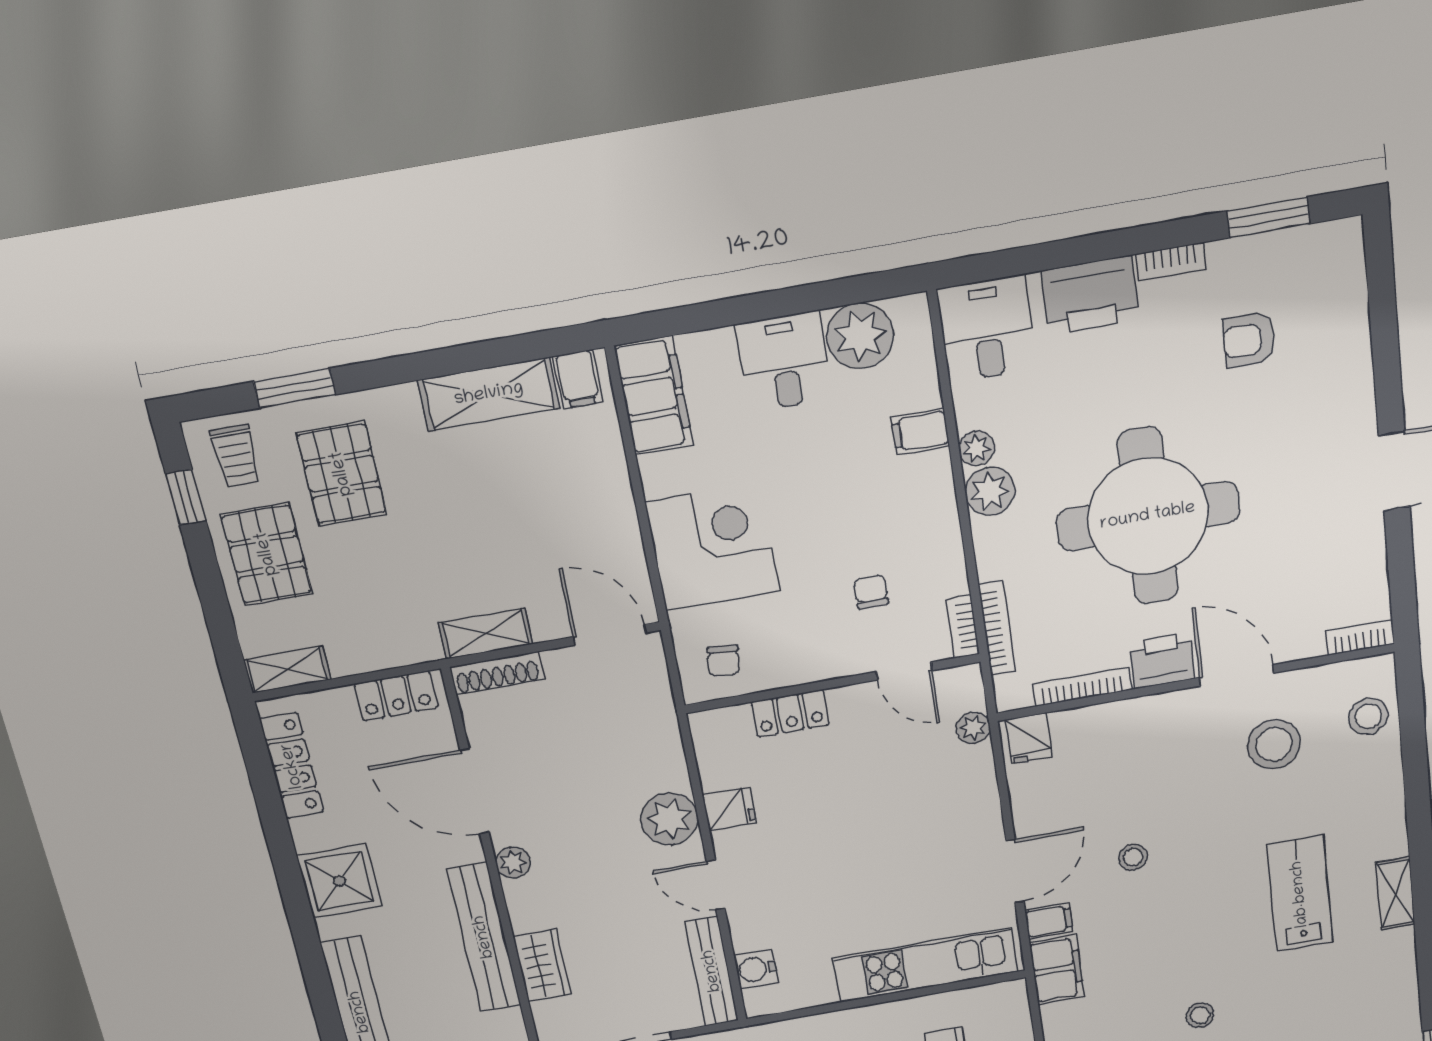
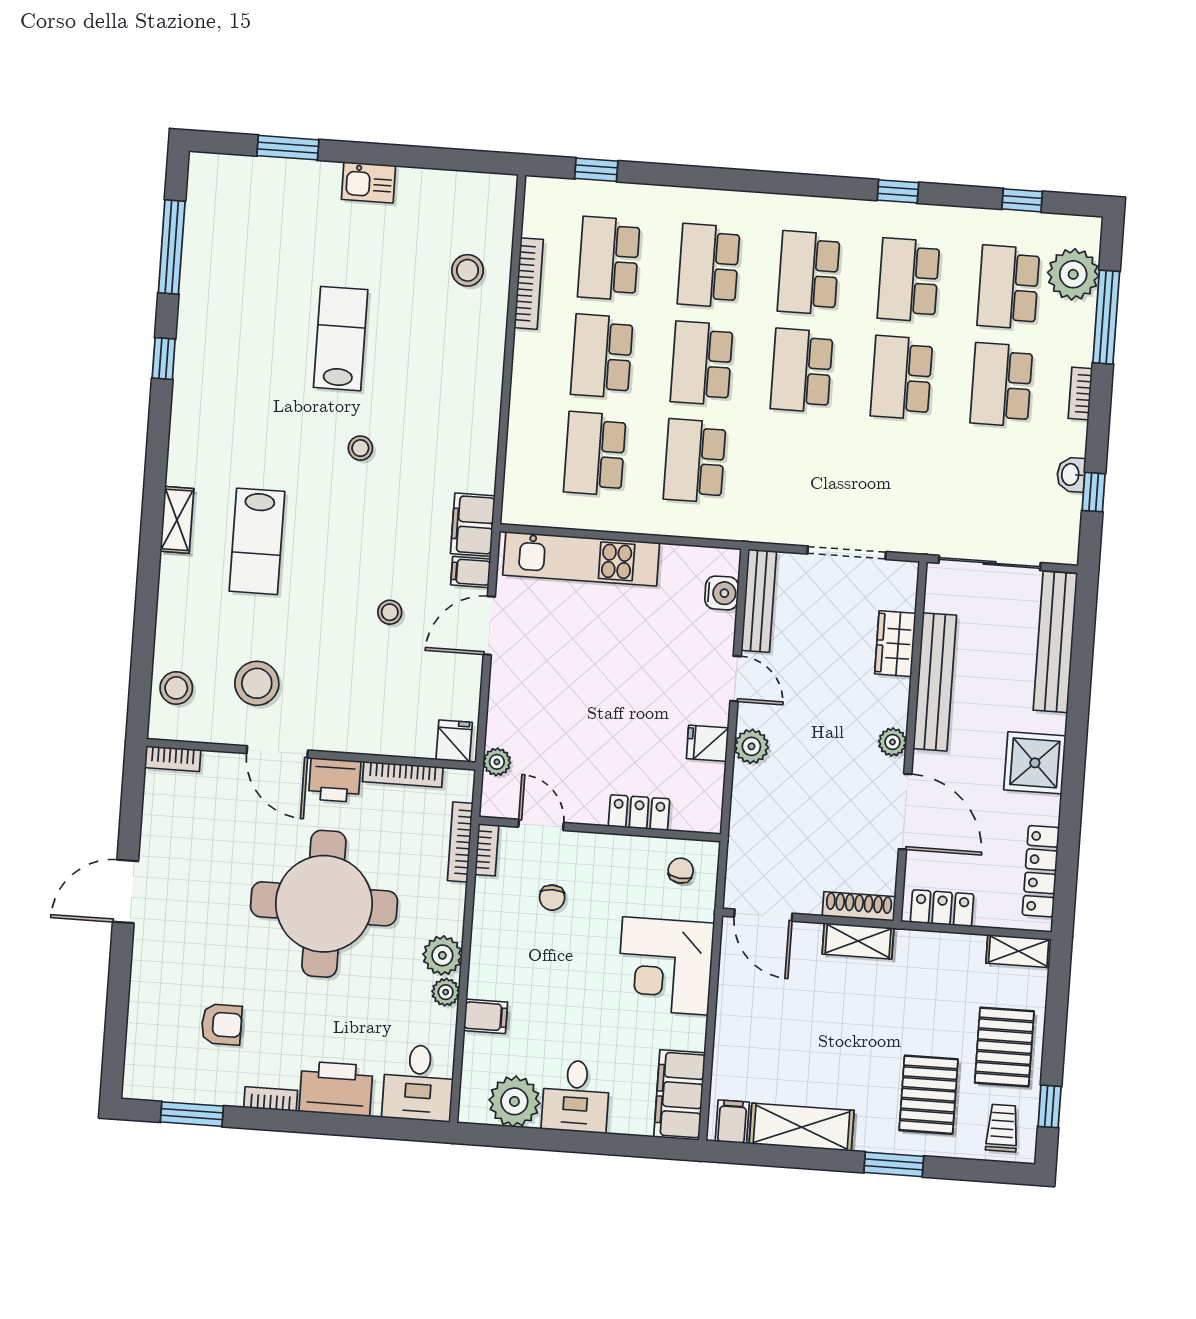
window: (295, 388) -> (894, 1164), moved
plant: (669, 819) -> (751, 746), width x0.73, depth x0.73

